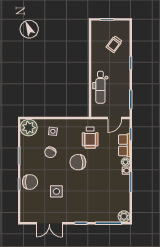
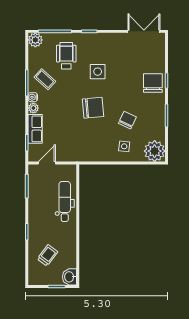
washbasin: (97, 27) -> (69, 277), added
wheelchair: (90, 138) -> (66, 56), moved
chair: (30, 182) -> (153, 83), turned 90
coffee table: (116, 185) -> (45, 79), added
side table: (56, 191) -> (98, 72), moved
double door: (49, 223) -> (144, 31), moved

